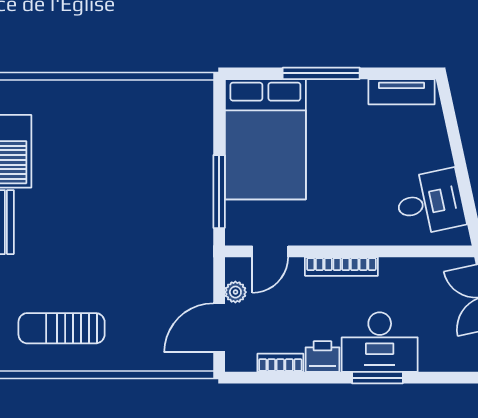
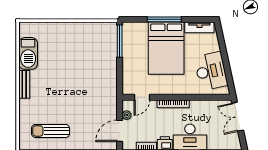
bed: (265, 139) -> (166, 48), moved
window: (219, 192) -> (120, 41), moved
desk: (430, 202) -> (211, 71), width x1.37

